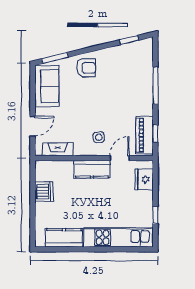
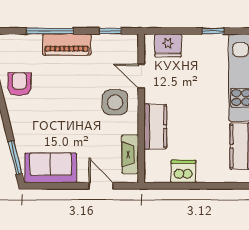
armchair: (86, 68) -> (19, 84), moved
piano: (145, 135) -> (67, 45), moved
side table: (99, 137) -> (115, 102), width x1.87, depth x1.87
kitchen counter: (92, 169) -> (155, 127), moved

